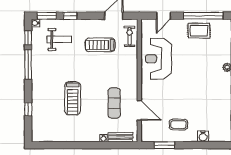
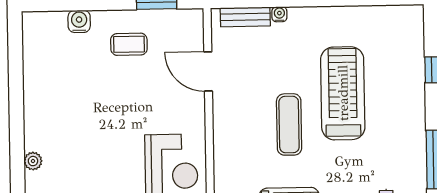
treadmill: (73, 98) -> (343, 93), width x1.37, depth x1.38
exercise mat: (114, 103) -> (289, 124), moved

